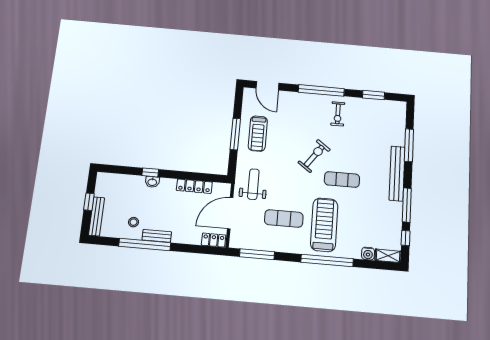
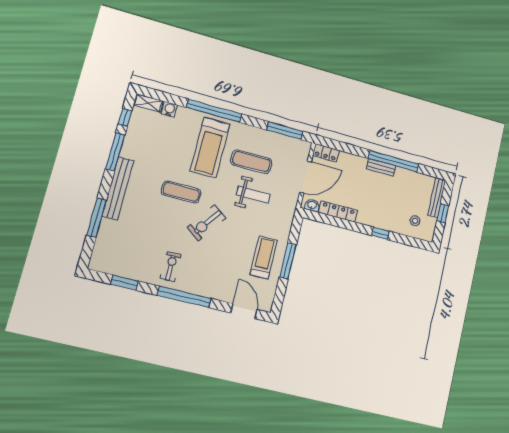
washbasin: (152, 182) -> (312, 205), moved
weight bench: (253, 184) -> (253, 194), moved, turned -90
stool: (133, 222) -> (415, 221), moved

